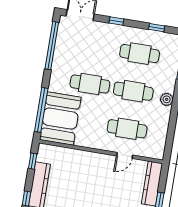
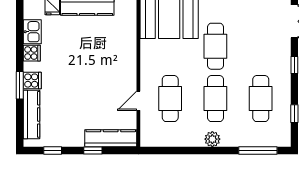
door: (125, 155) -> (138, 101), hinge flipped

